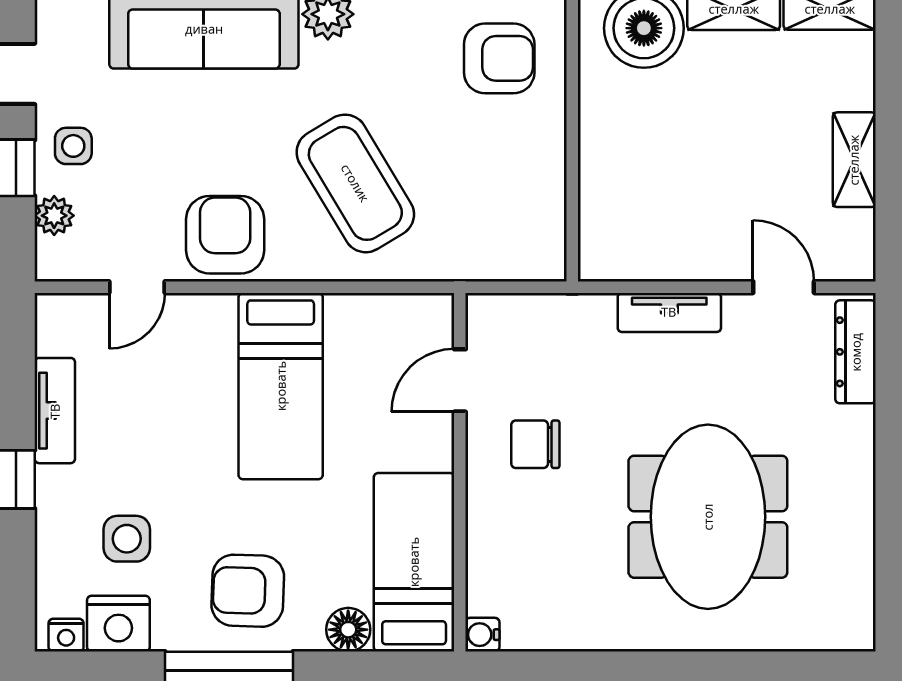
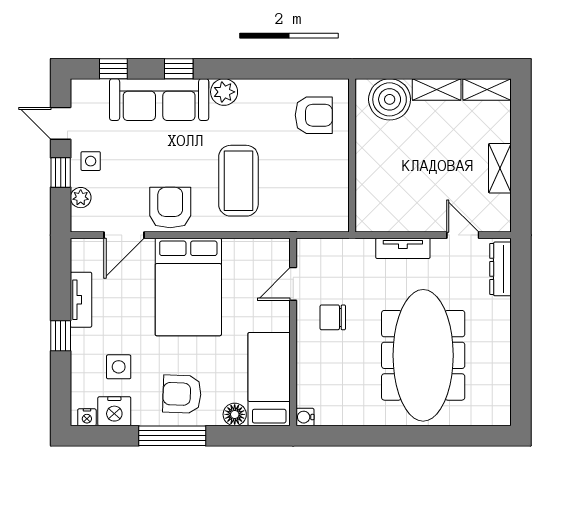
coffee table: (355, 183) -> (238, 181), turned 31
door: (137, 287) -> (124, 235), width x1.38
bed: (281, 386) -> (188, 287), width x1.50
meeting table: (708, 517) -> (423, 355), width x1.36

